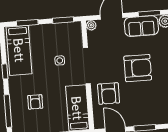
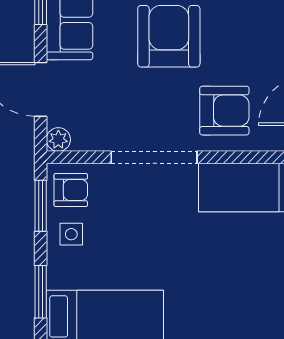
side table: (60, 60) -> (71, 234), moved
armchair: (35, 102) -> (71, 190), moved

